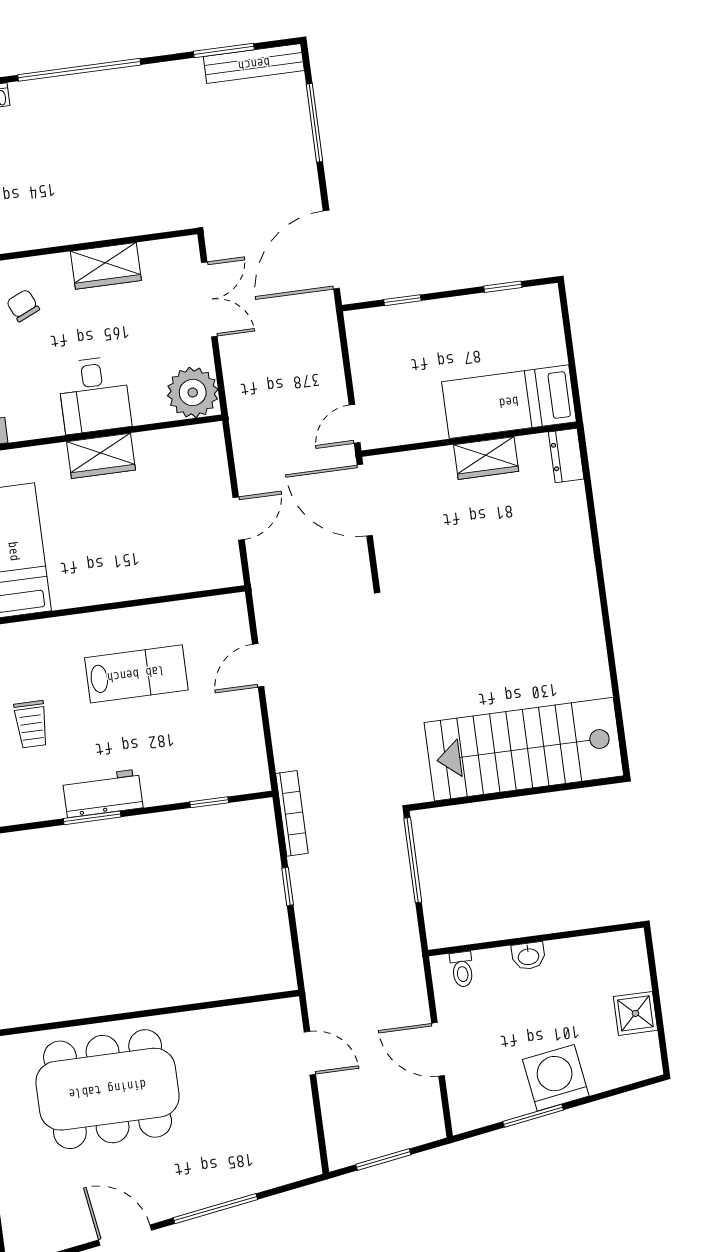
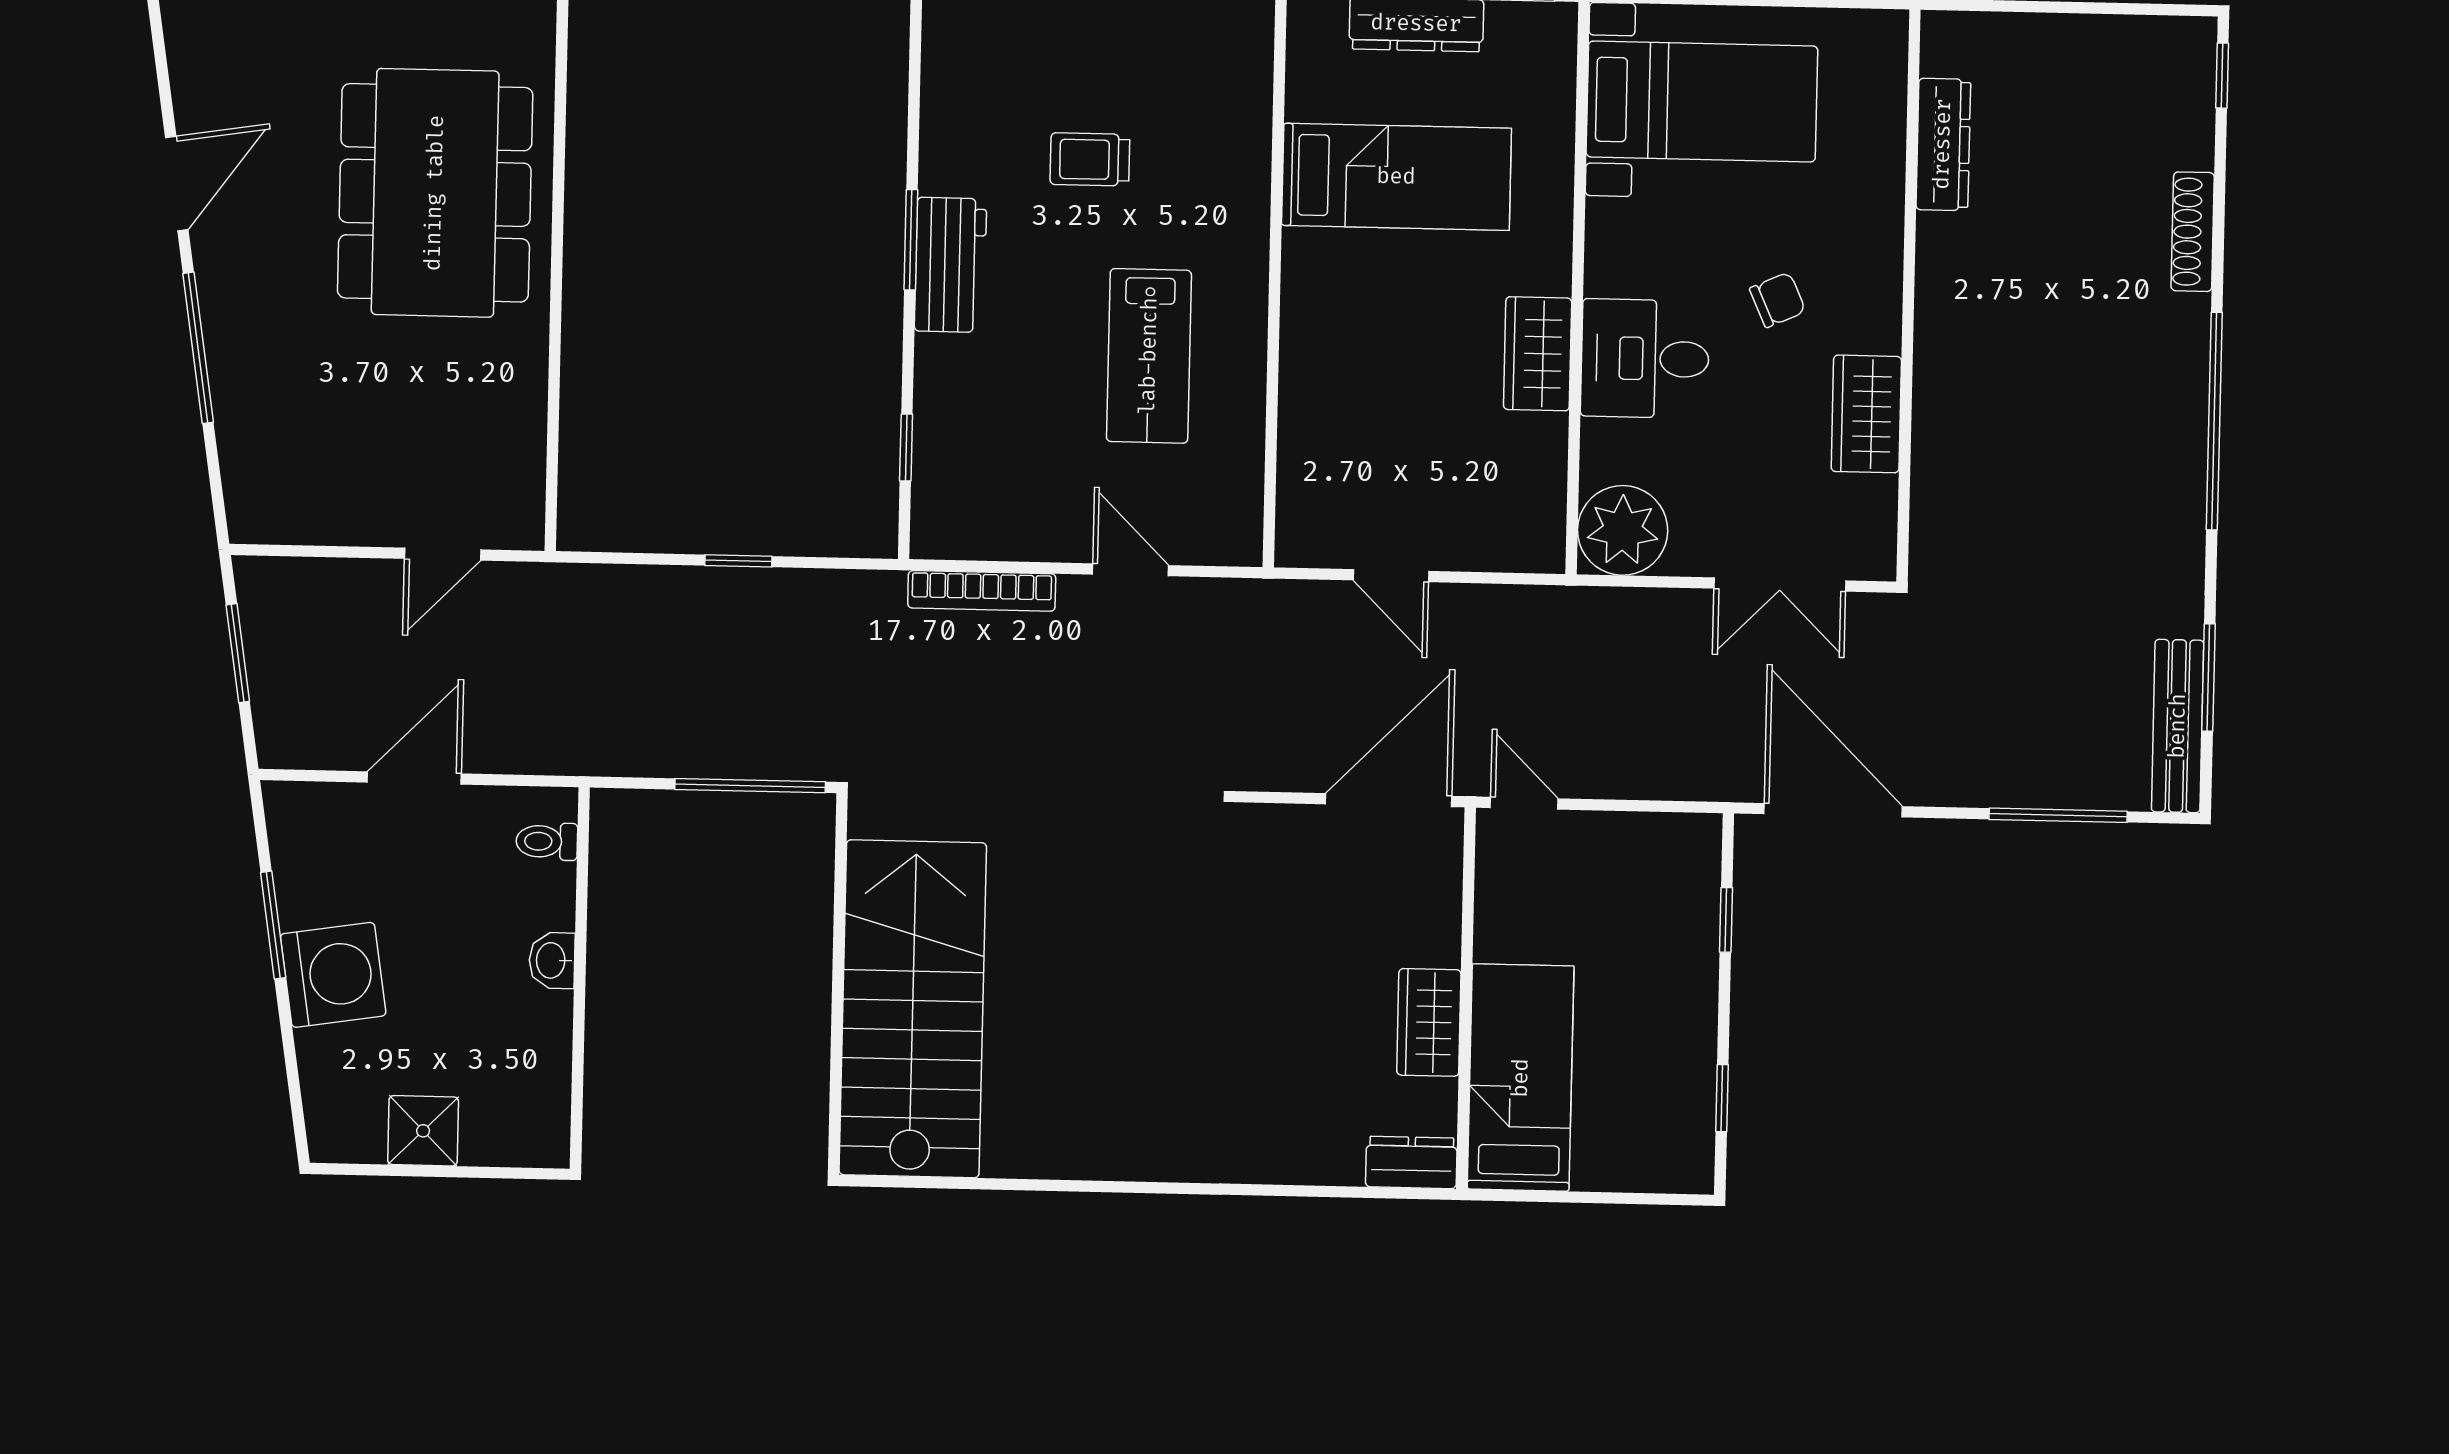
chair: (23, 305) -> (1778, 300), moved
bookcase: (292, 813) -> (982, 591), moved

